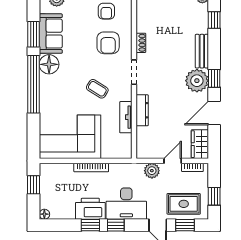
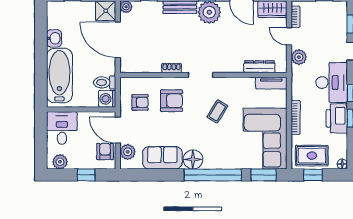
window: (33, 34) -> (264, 175), moved
dresser: (142, 110) -> (259, 67), moved
tv unit: (126, 117) -> (271, 83), moved
rug: (184, 204) -> (312, 156), moved, turned 90

